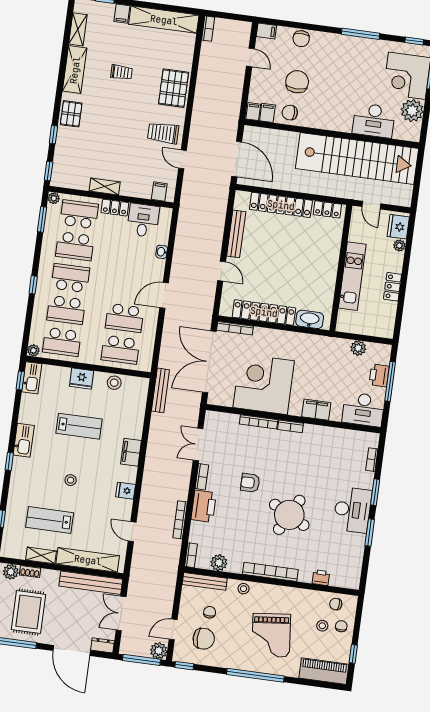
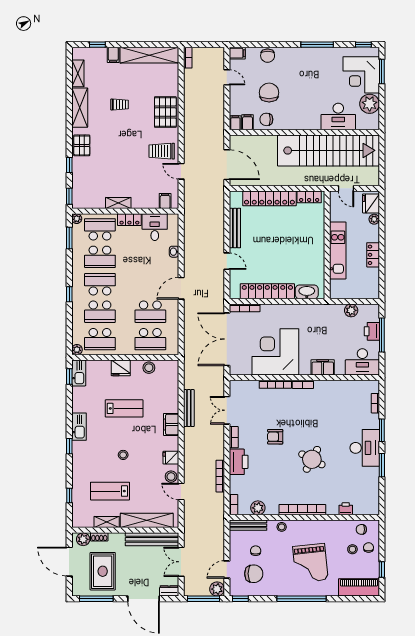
bench: (160, 390) -> (189, 408), moved
stool: (123, 513) -> (171, 477), added
round table: (289, 515) -> (312, 459), width x0.73, depth x0.73

